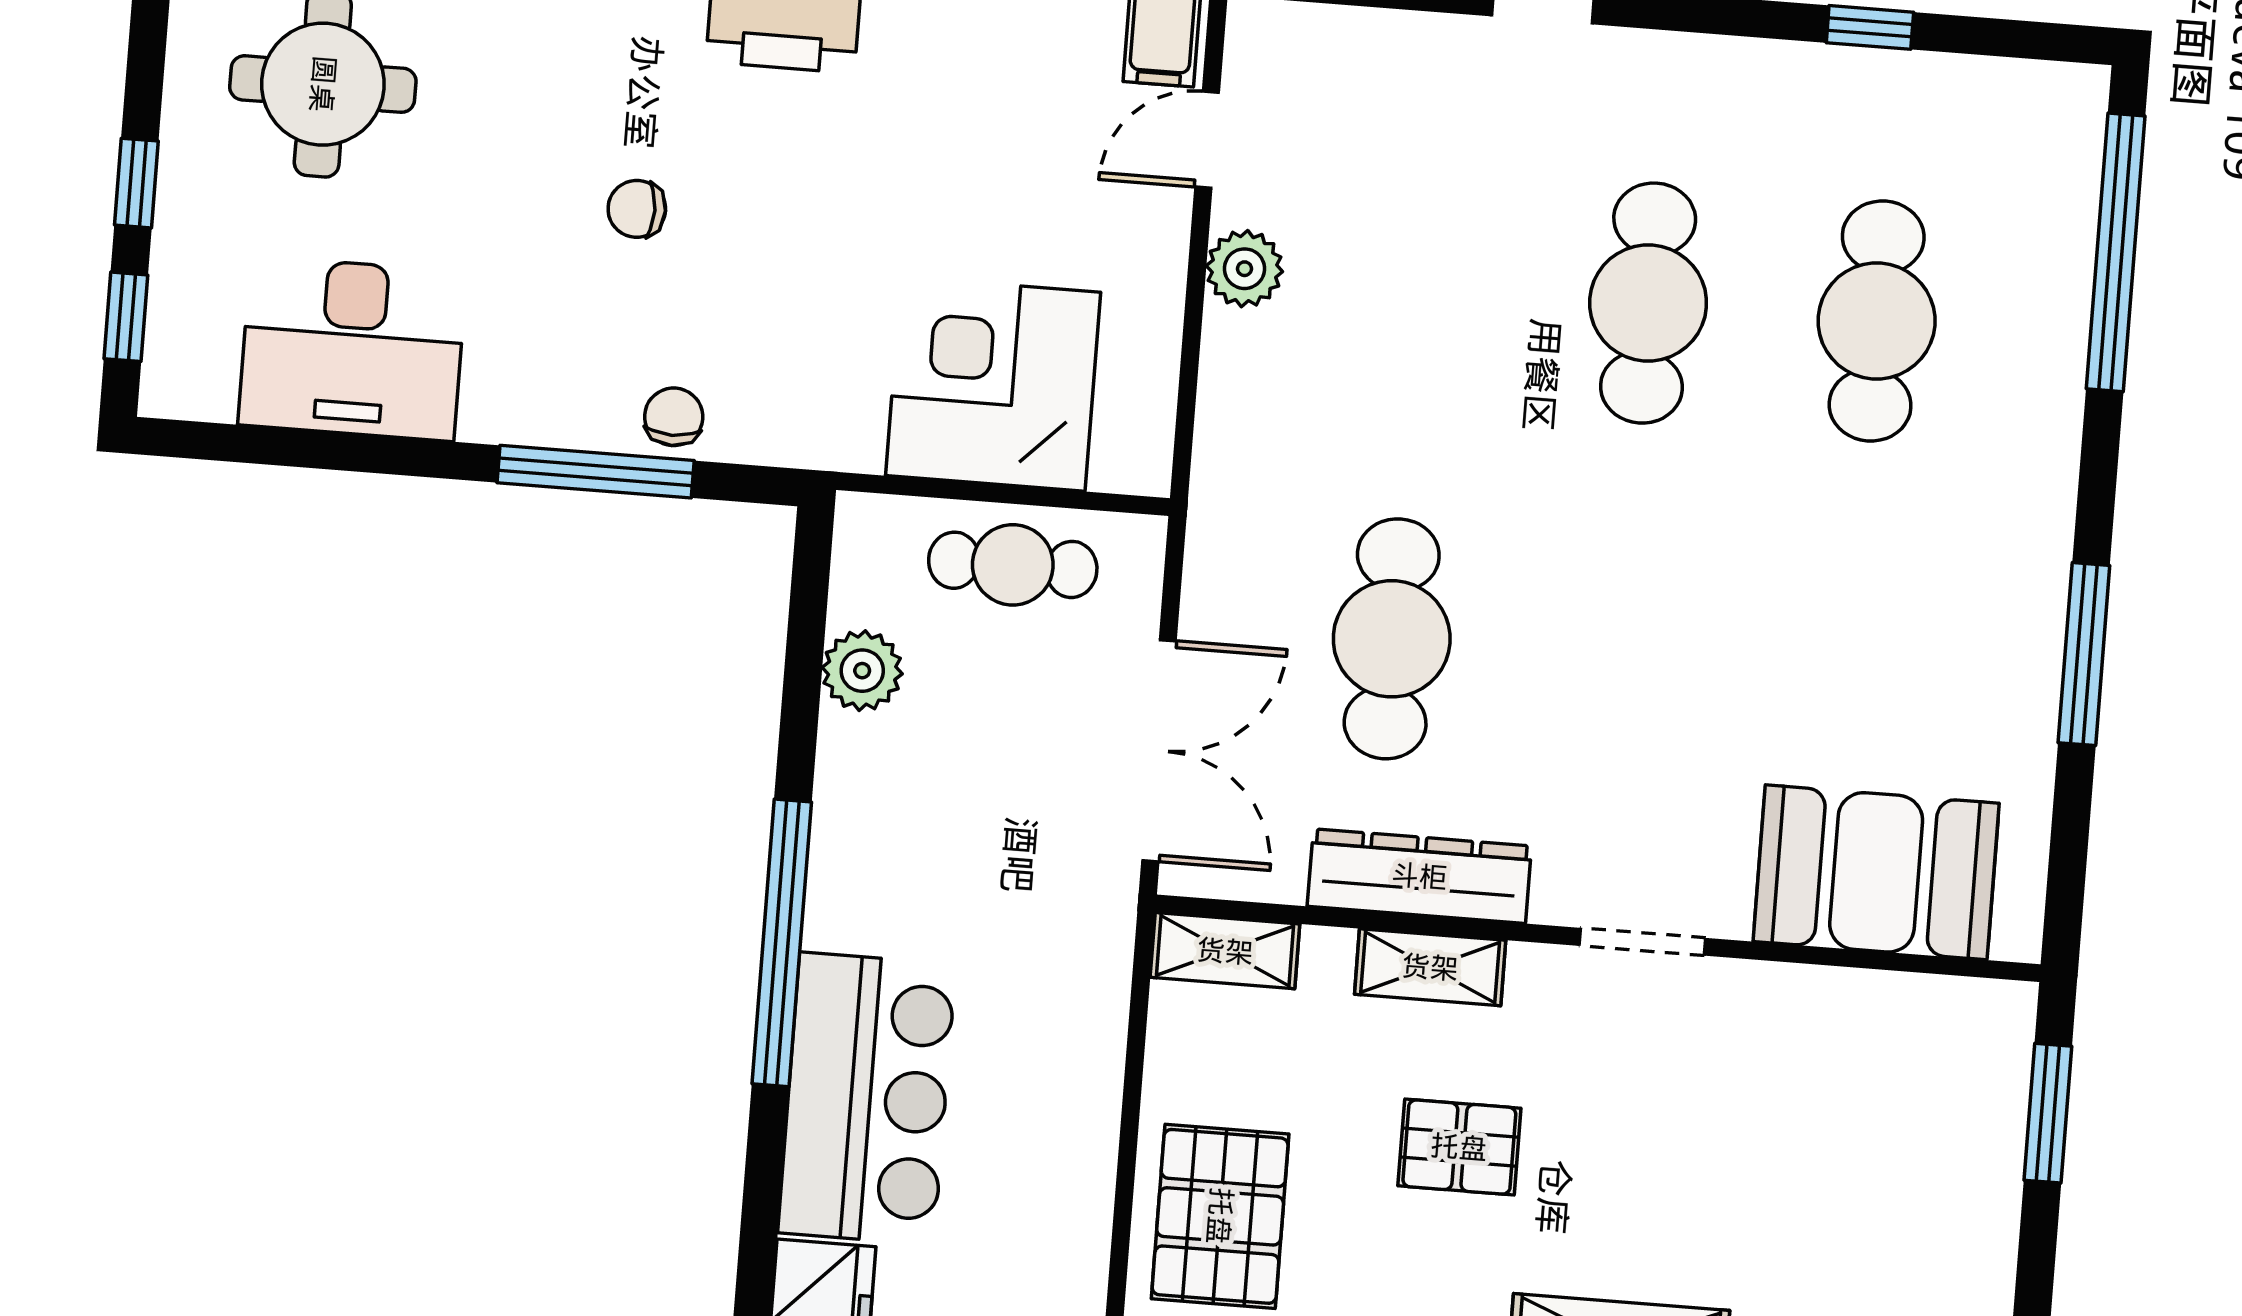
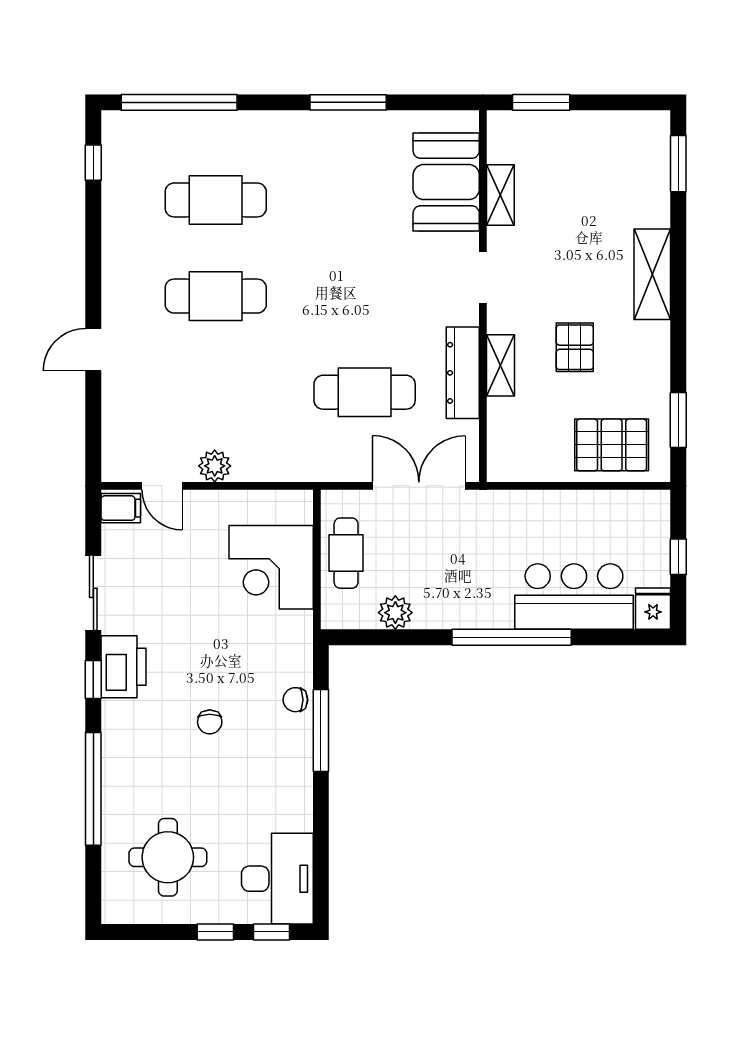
window: (1870, 27) -> (93, 163), moved
desk: (352, 348) -> (277, 879), moved
shelving: (1225, 951) -> (500, 195), moved

